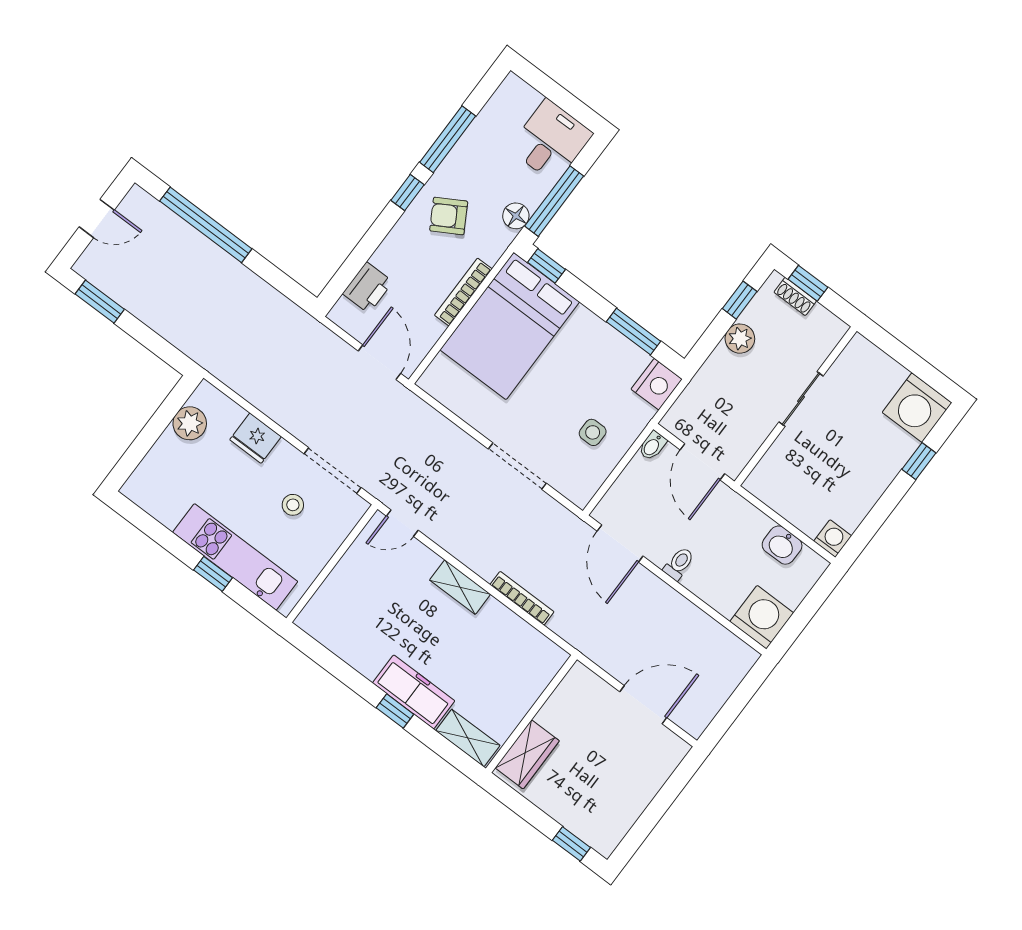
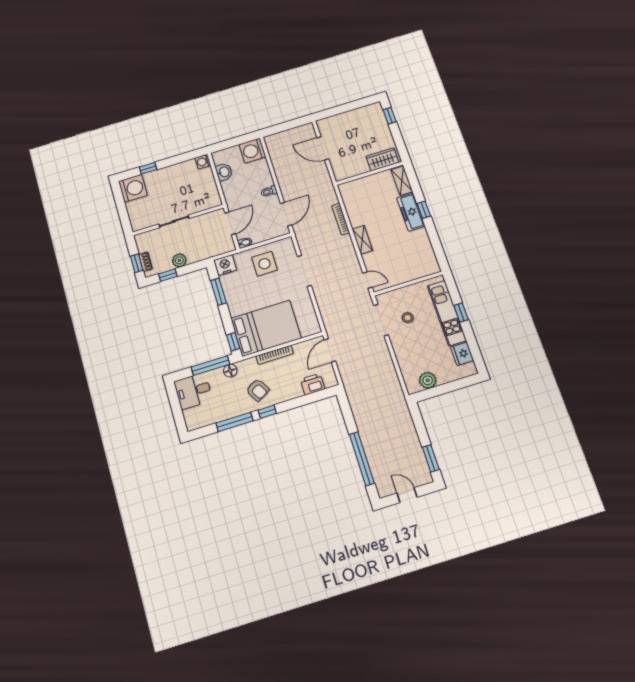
side table: (593, 432) -> (264, 264), width x1.87, depth x1.87
fridge: (256, 438) -> (462, 354), moved, turned 180

